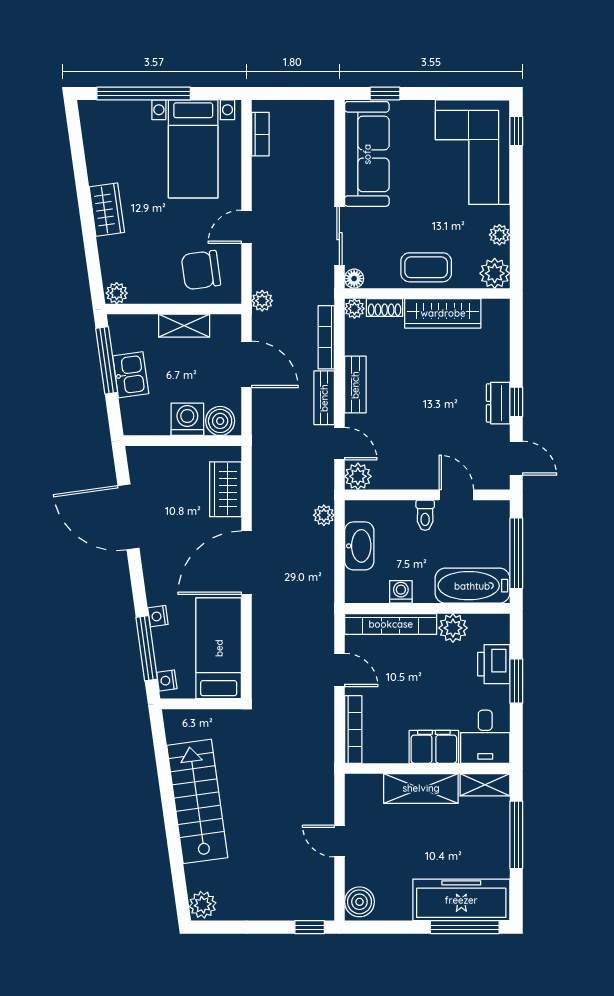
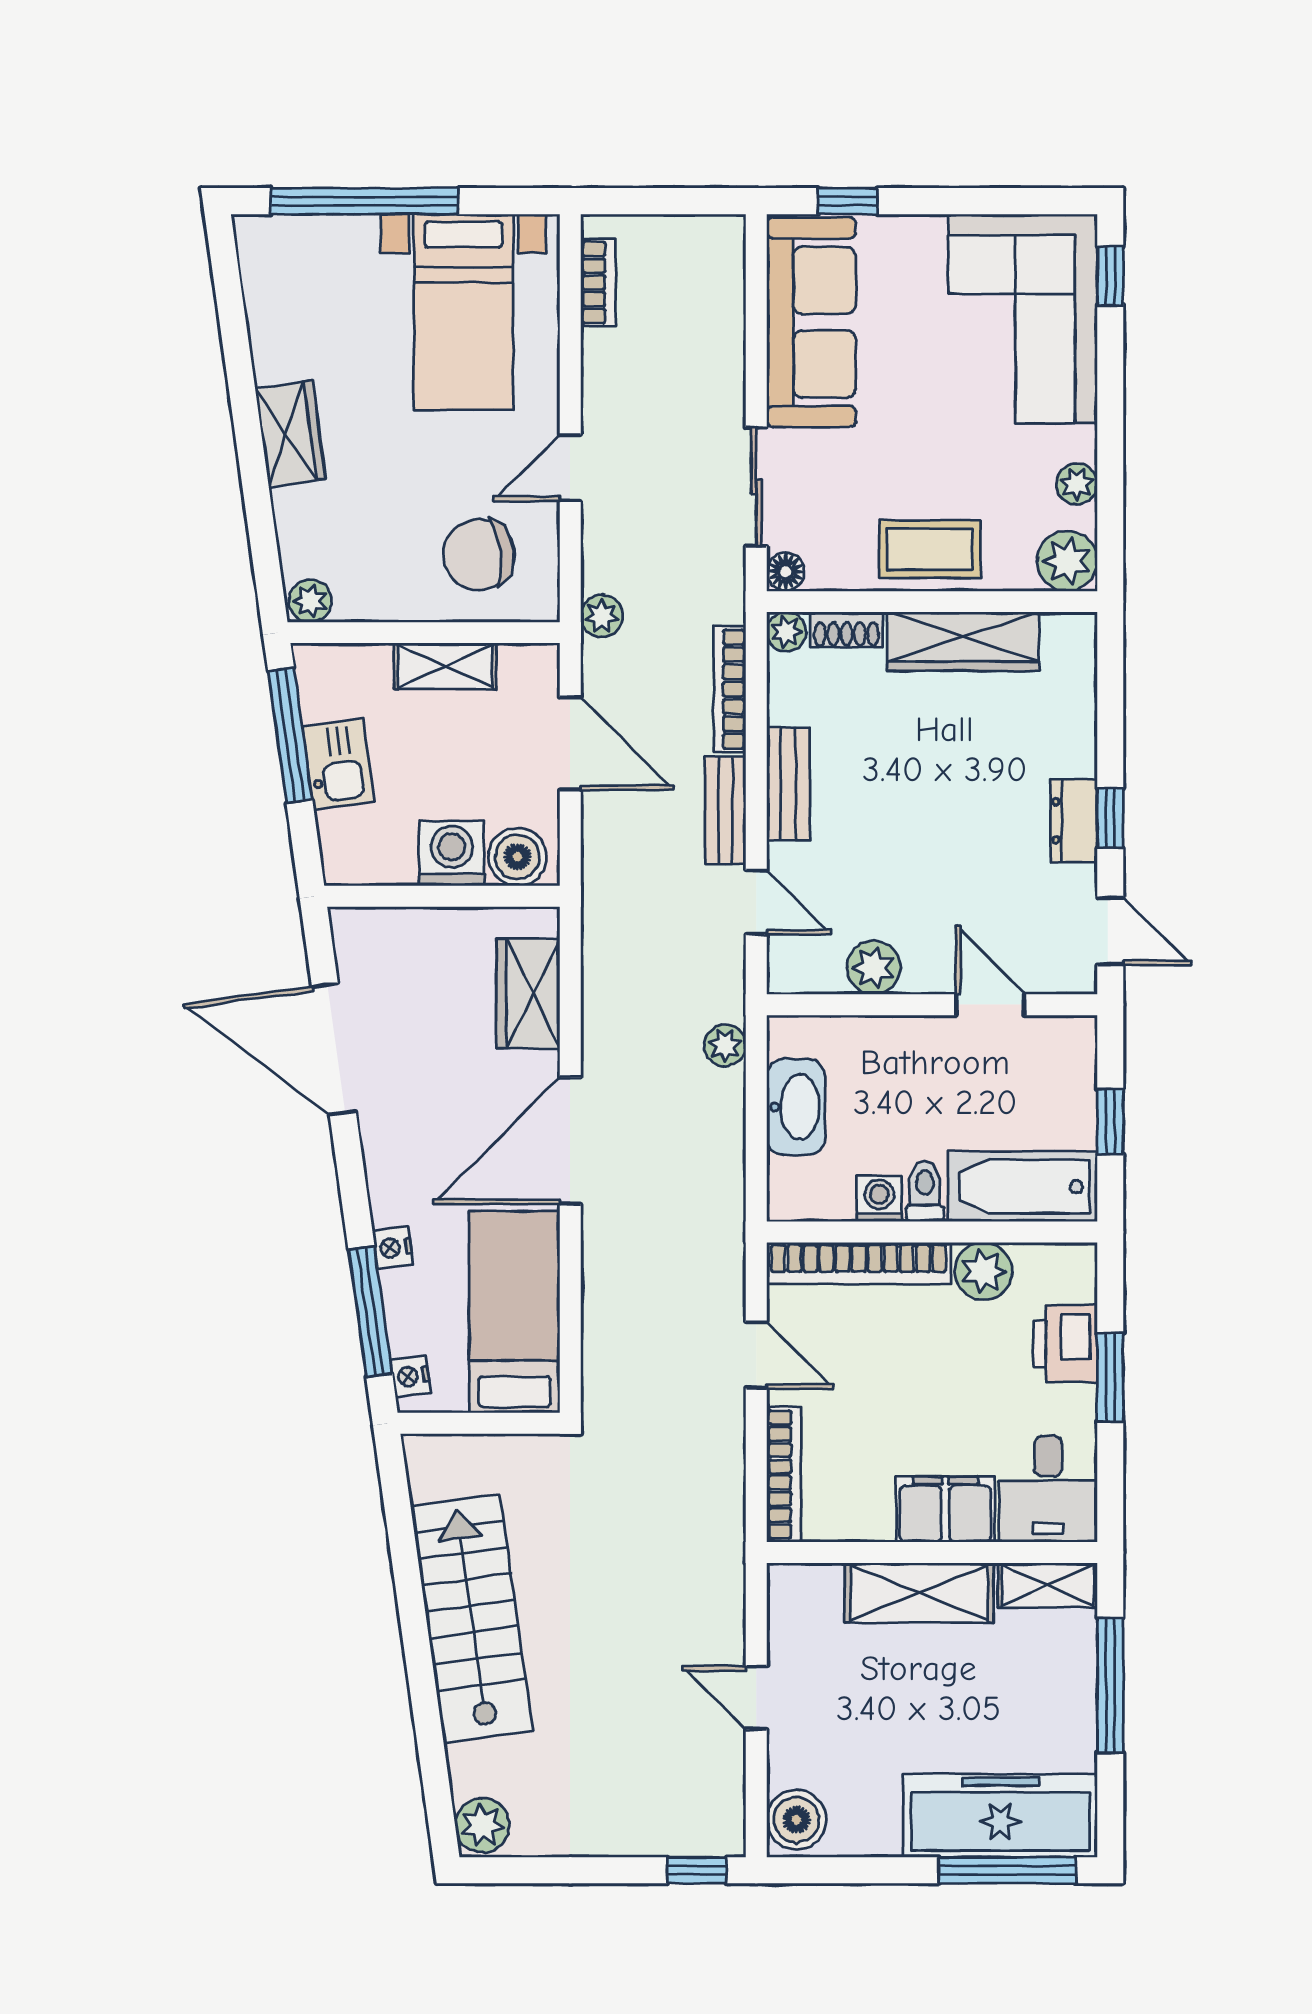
plant: (358, 476) -> (874, 968), moved
toilet: (425, 515) -> (925, 1191), moved, turned 180
window: (516, 553) -> (1110, 1122), width x0.46

